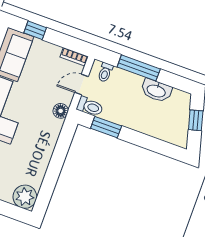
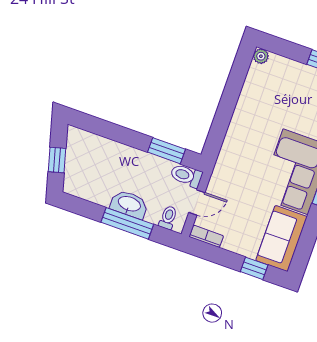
washbasin: (156, 91) -> (129, 204), moved
floor lamp: (61, 111) -> (222, 170), removed
plant: (25, 197) -> (261, 56), width x0.53, depth x0.53

